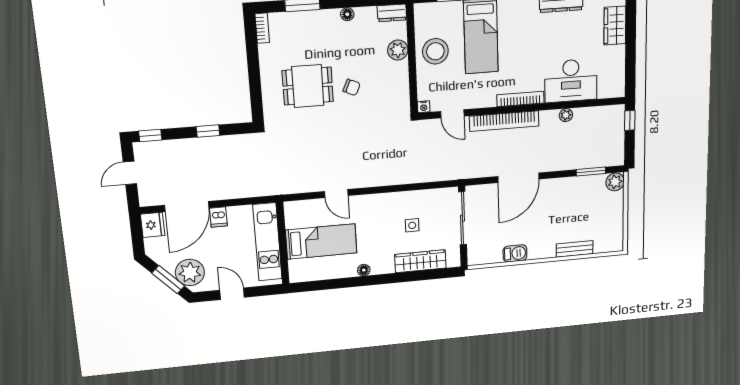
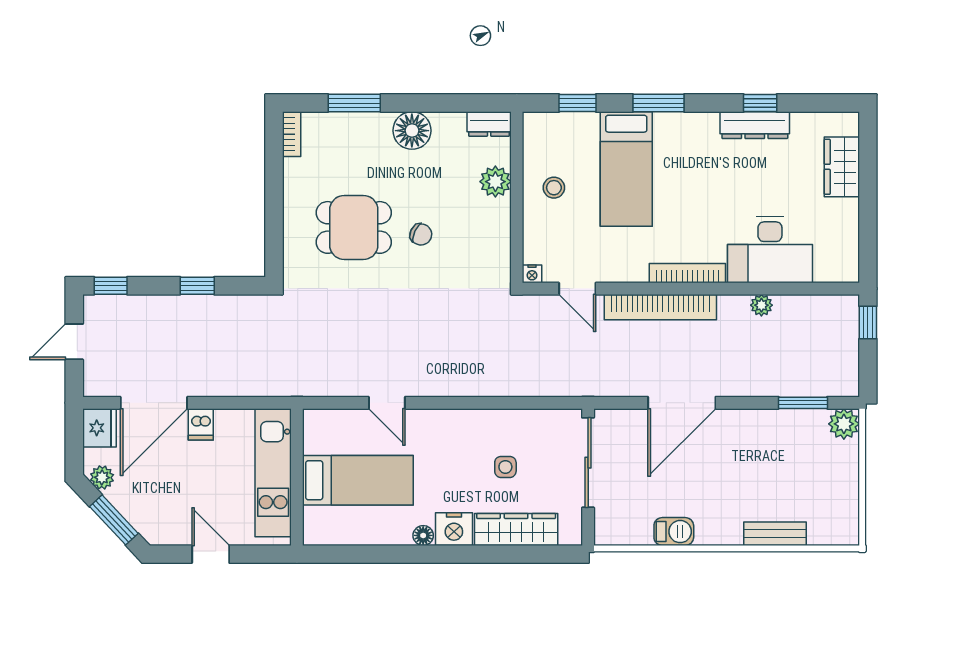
floor lamp: (347, 14) -> (412, 131), width x1.89, depth x1.89
stool: (435, 51) -> (554, 188), width x0.53, depth x0.53
nightstand: (382, 265) -> (454, 529), added
plant: (190, 272) -> (102, 477), moved, width x0.53, depth x0.53

